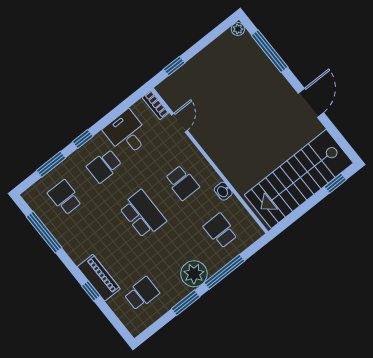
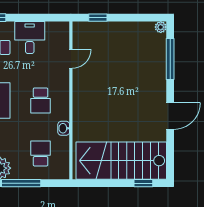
bookcase: (156, 105) -> (64, 34), removed

